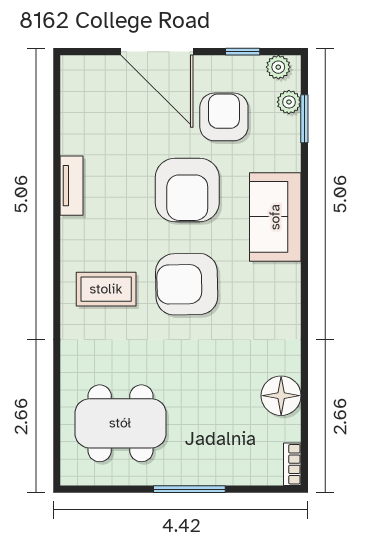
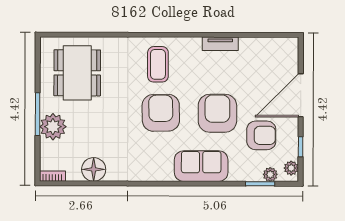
armchair: (187, 190) -> (217, 113), turned 90
plant: (210, 464) -> (53, 127), added

